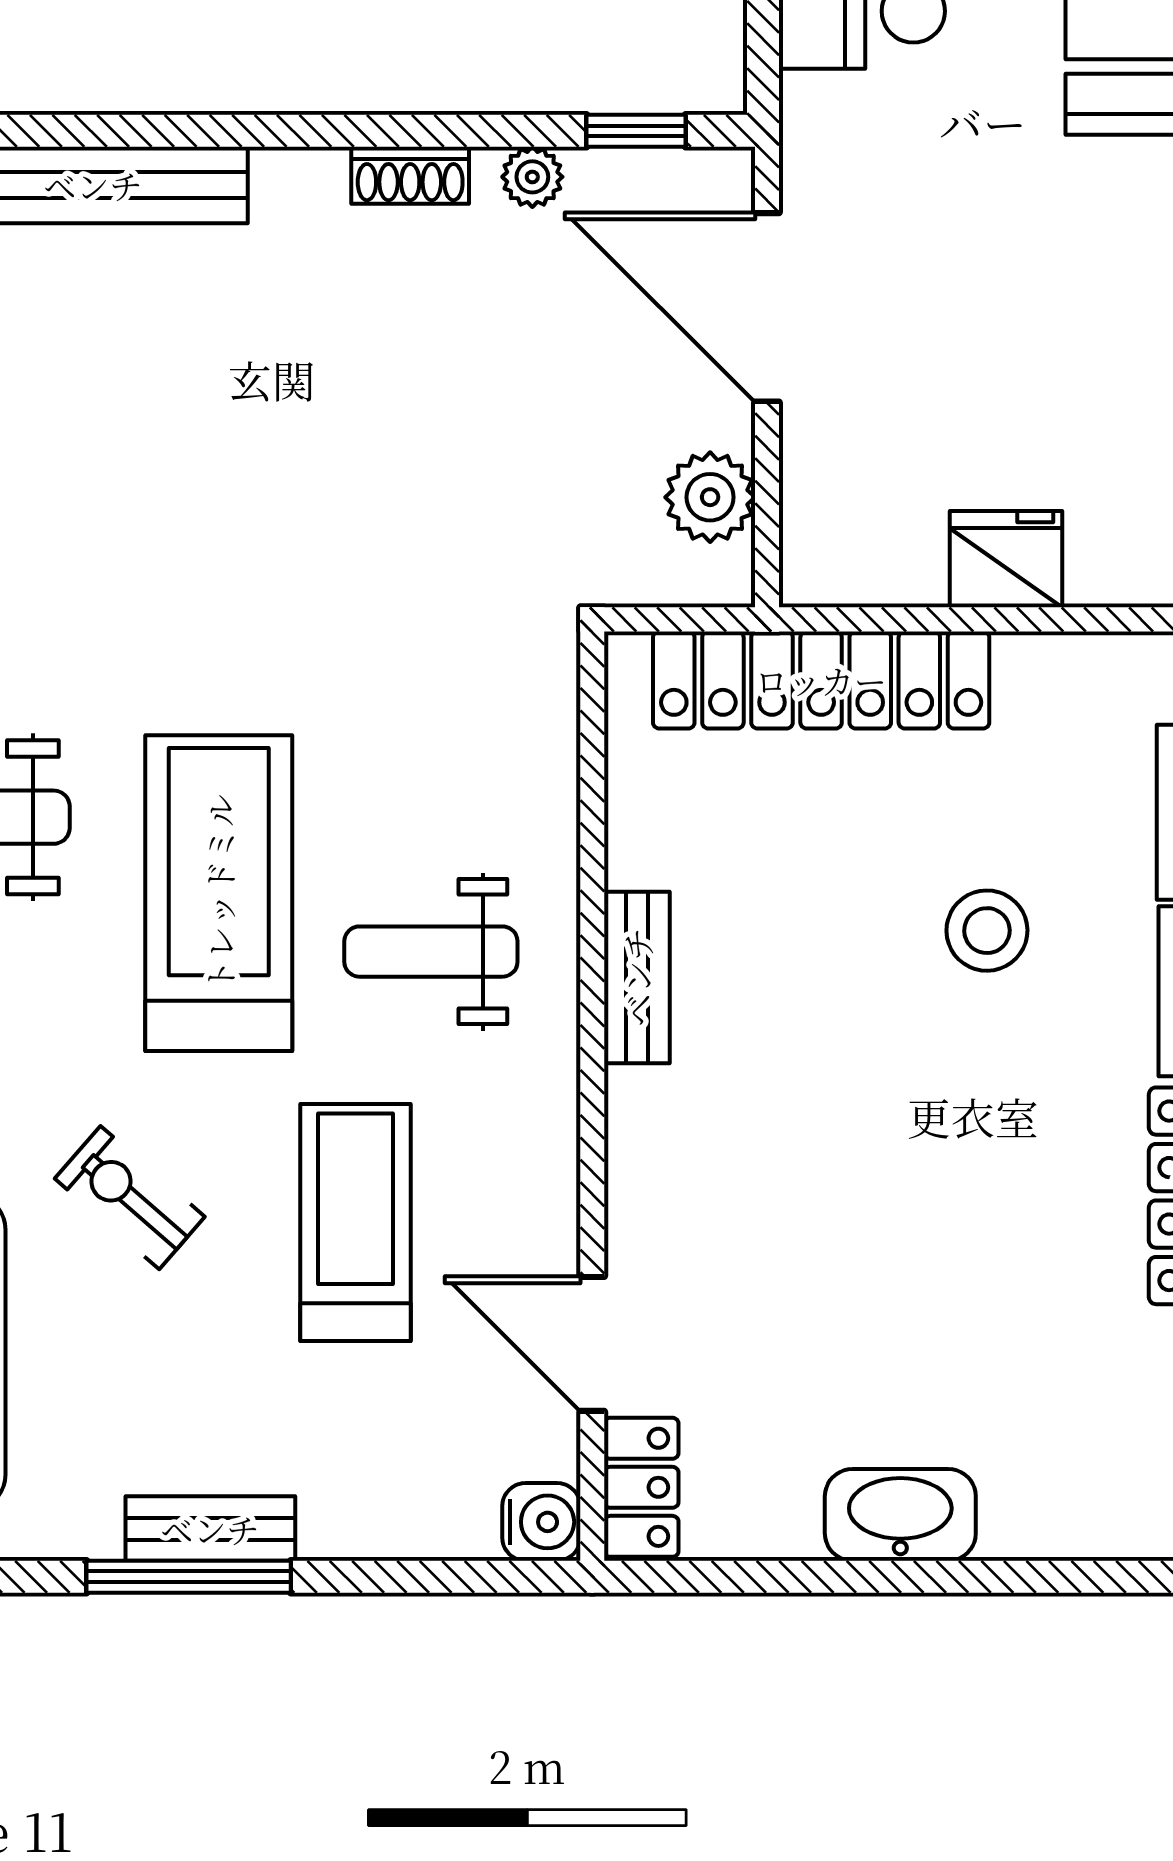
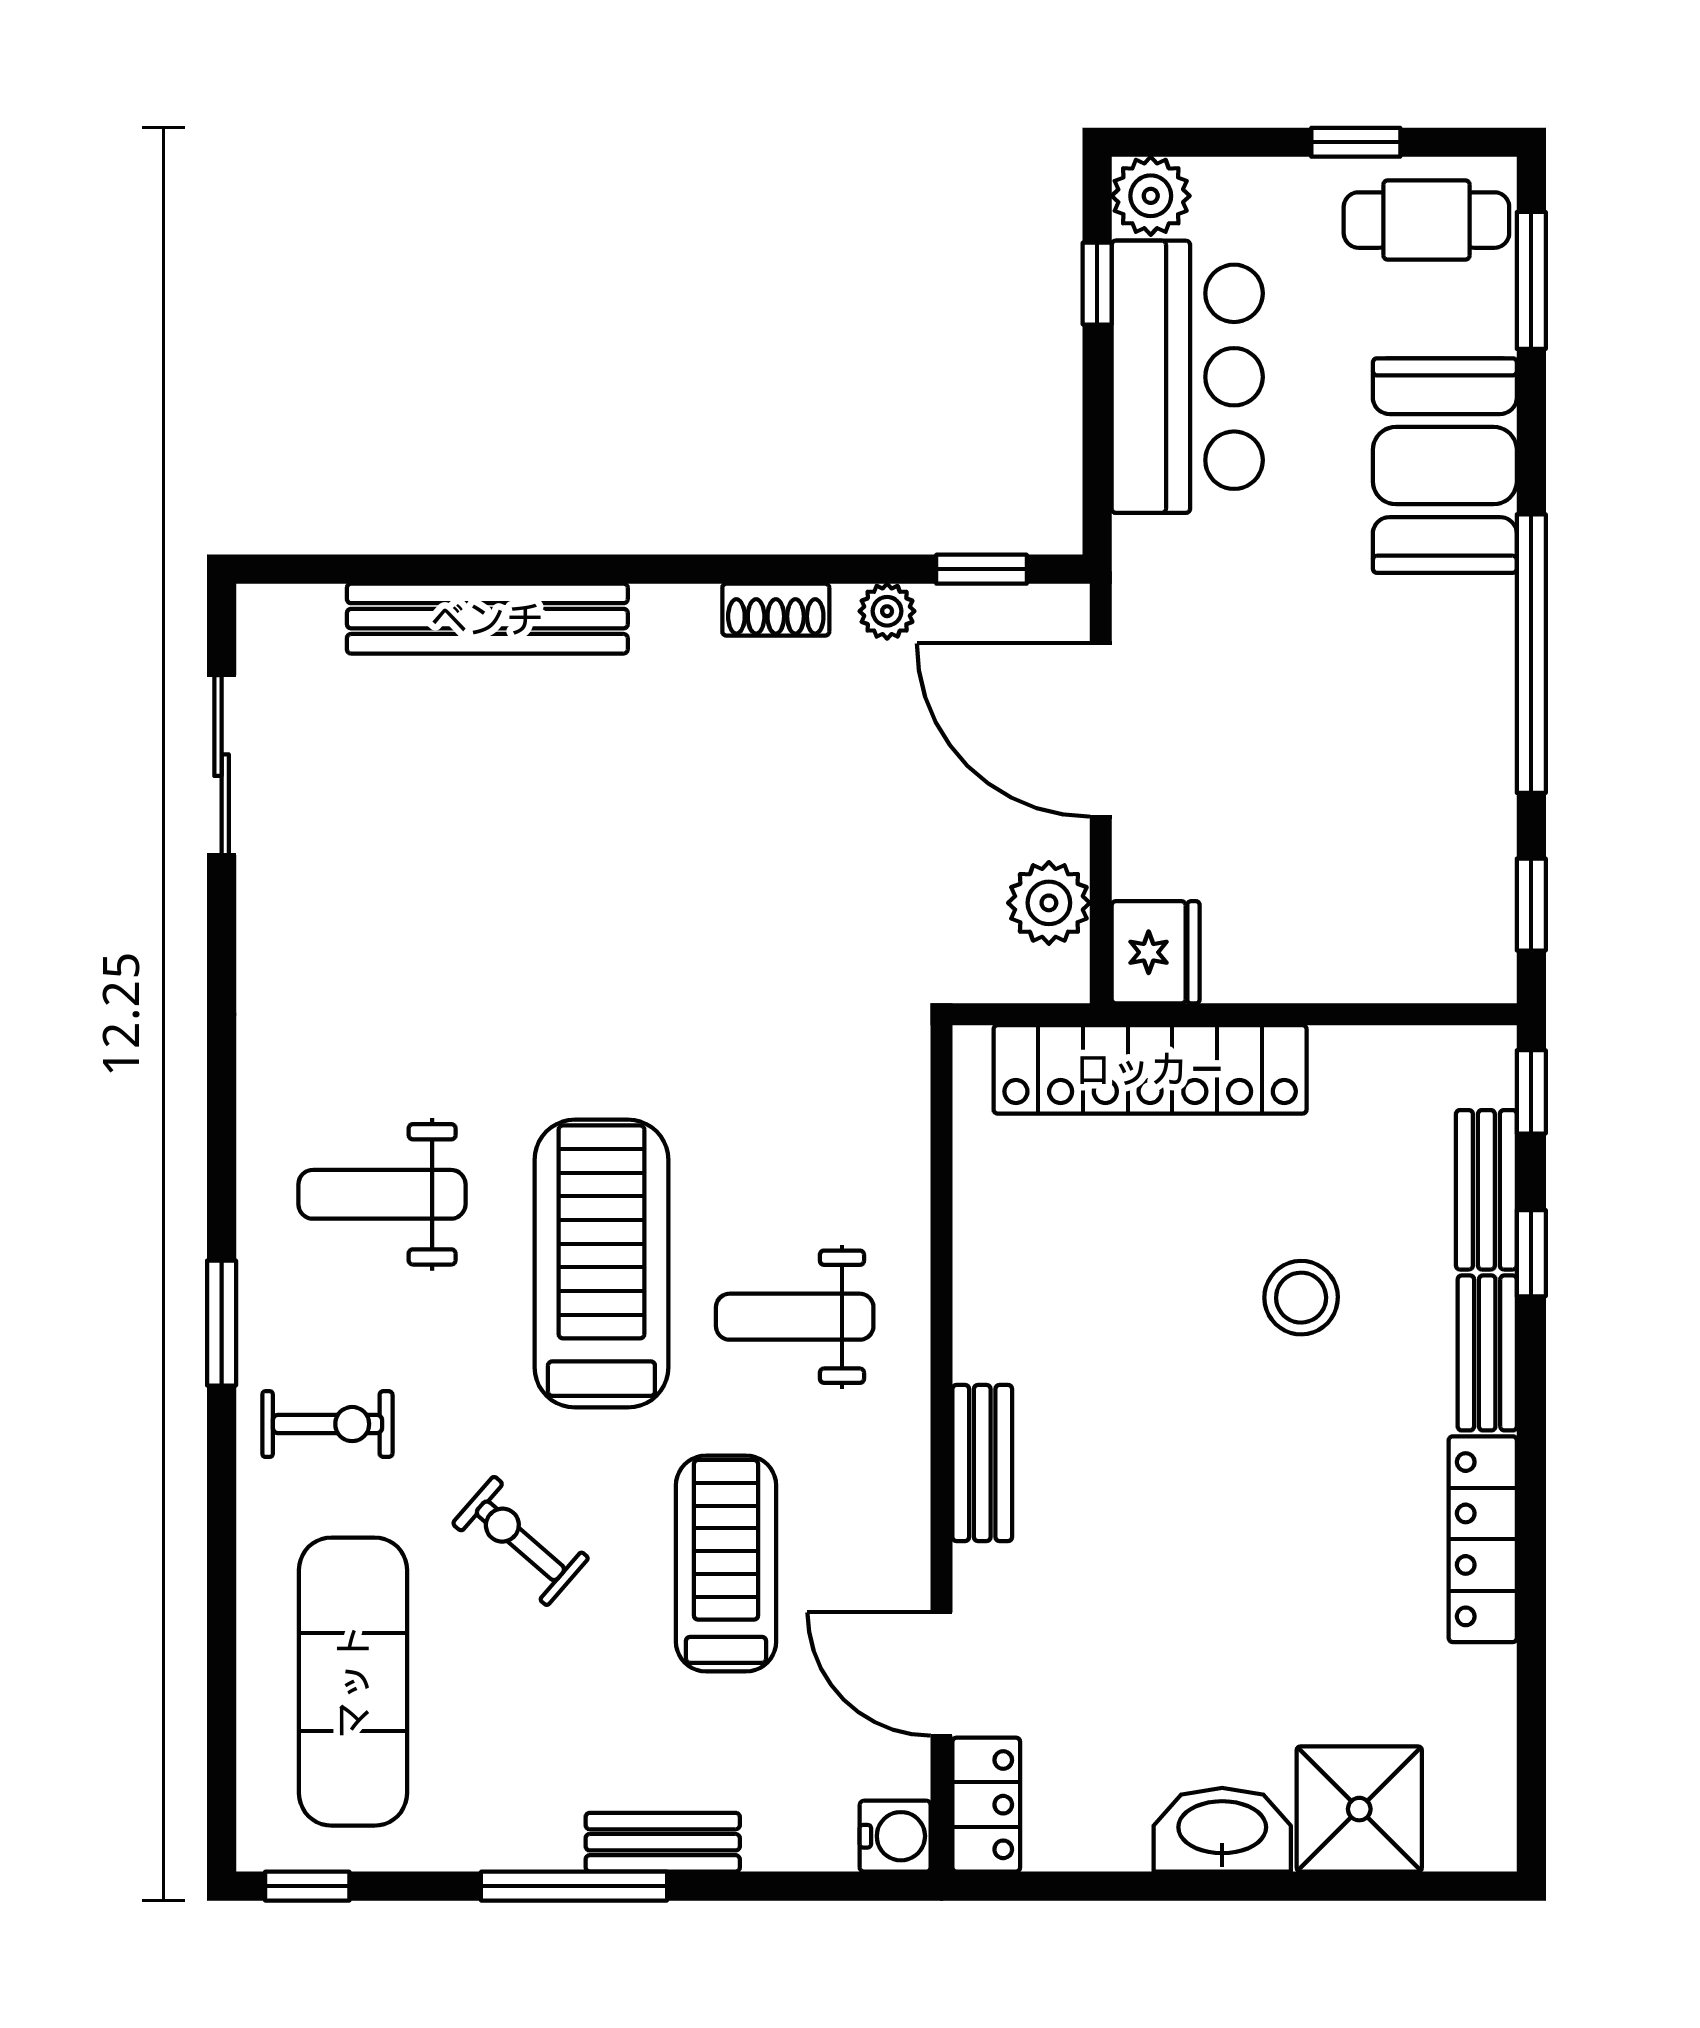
fridge: (1006, 559) -> (1156, 952), moved, turned 90
bench: (637, 977) -> (982, 1463), moved
shower: (1051, 1492) -> (1359, 1809), added
bench: (210, 1529) -> (663, 1842), moved

